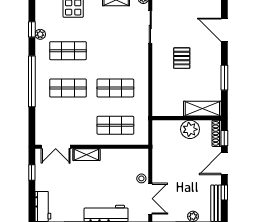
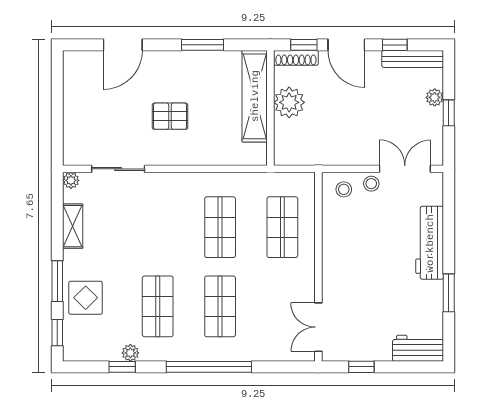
shelving: (202, 109) -> (255, 96), width x1.47
double door: (56, 147) -> (318, 327), swing flipped
shelving: (86, 155) -> (332, 276), removed
stool: (138, 162) -> (344, 189), added

